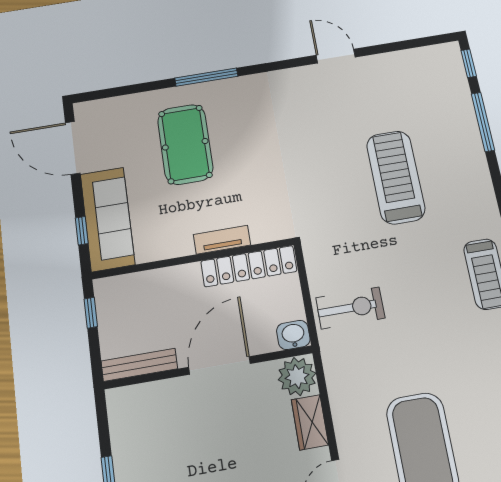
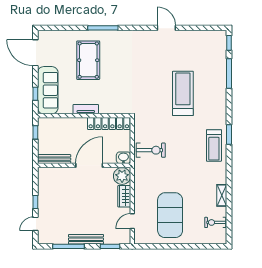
tv unit: (222, 240) -> (86, 109), moved

